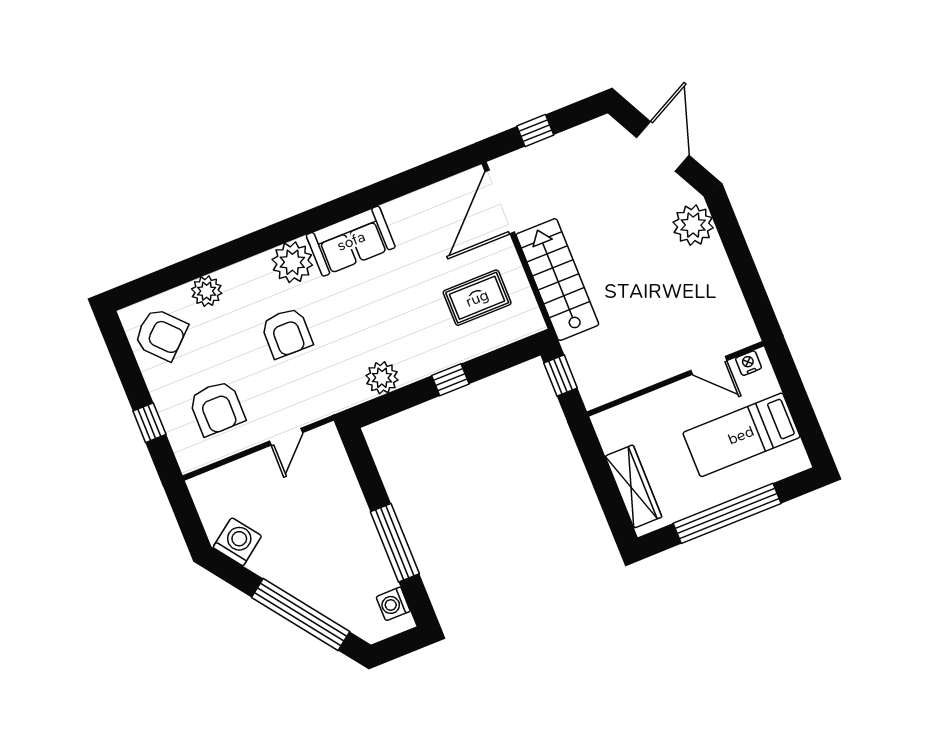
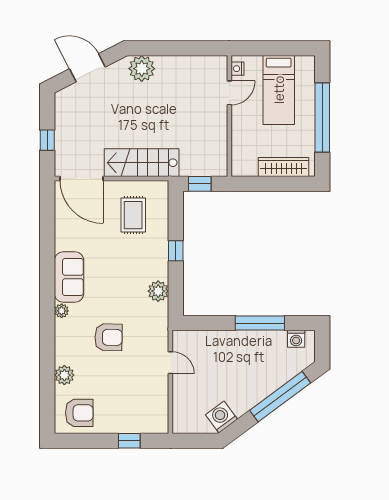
plant: (292, 262) -> (62, 311), width x0.53, depth x0.53
armchair: (161, 334) -> (79, 413), turned 43
armchair: (217, 408) -> (137, 397), removed

